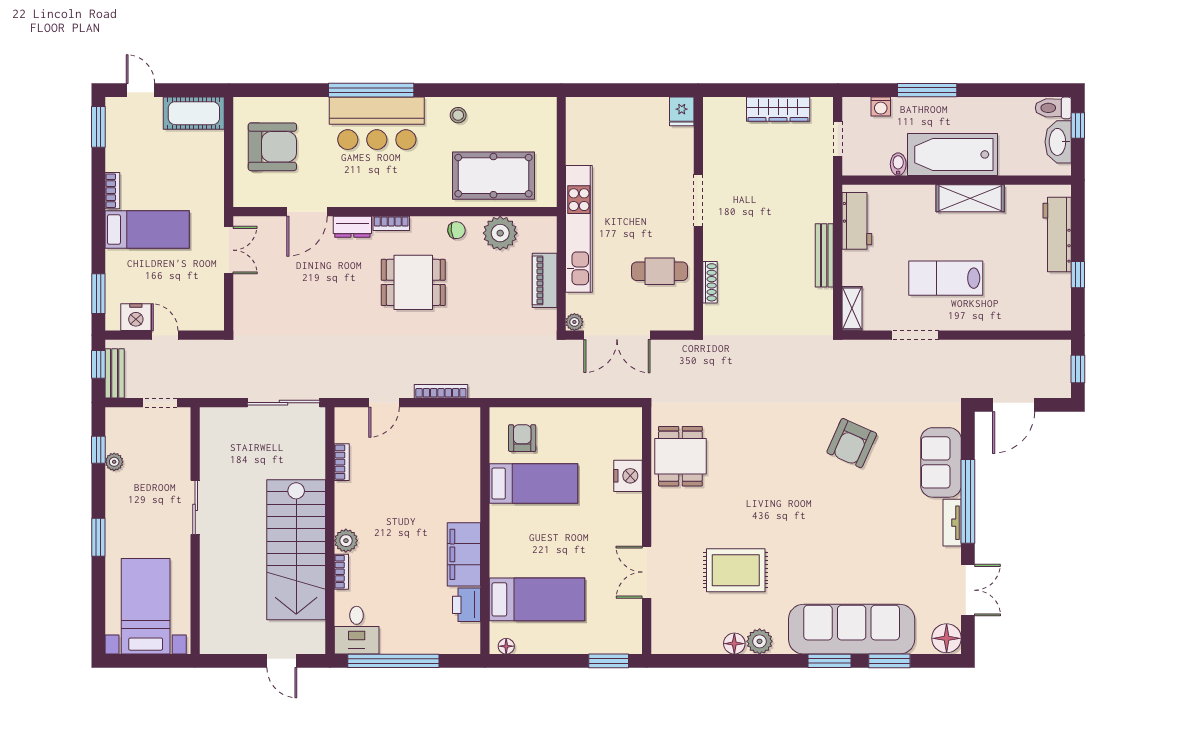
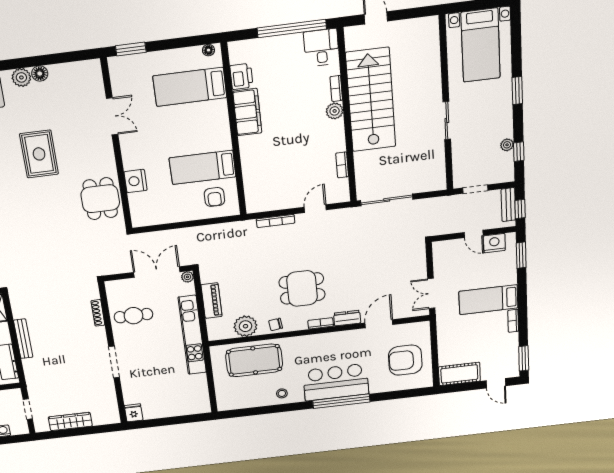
rug: (736, 570) -> (39, 154), moved, turned 90

